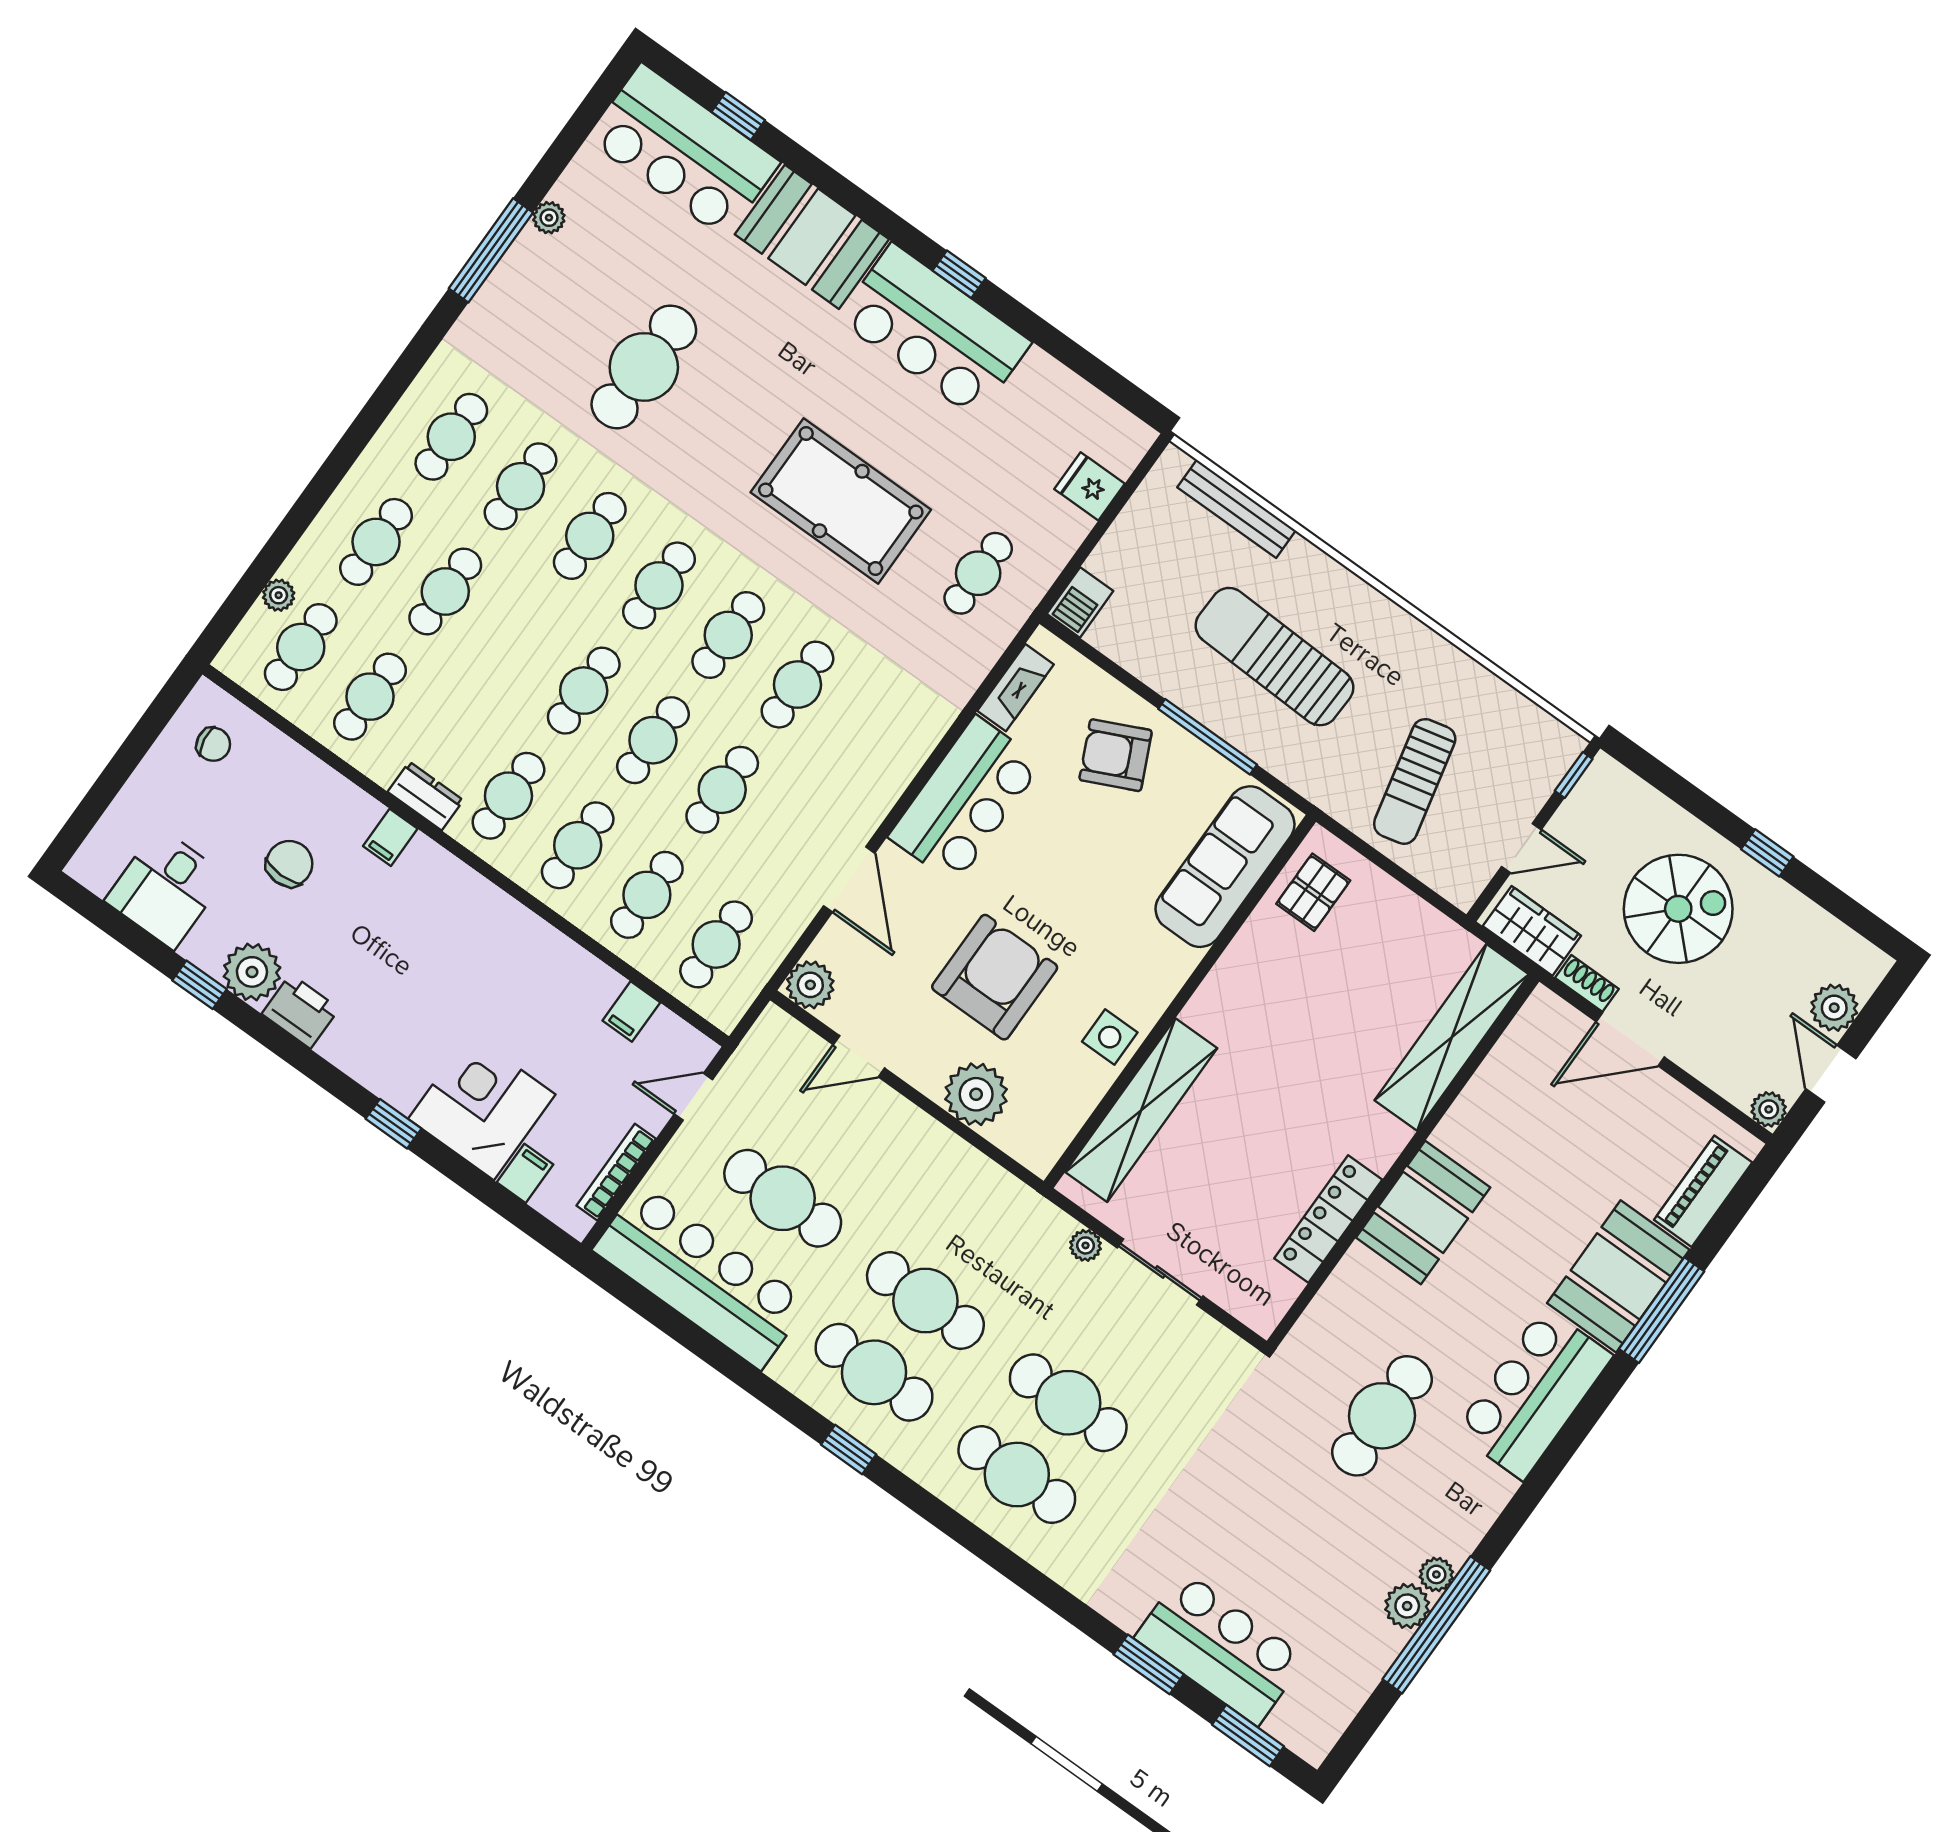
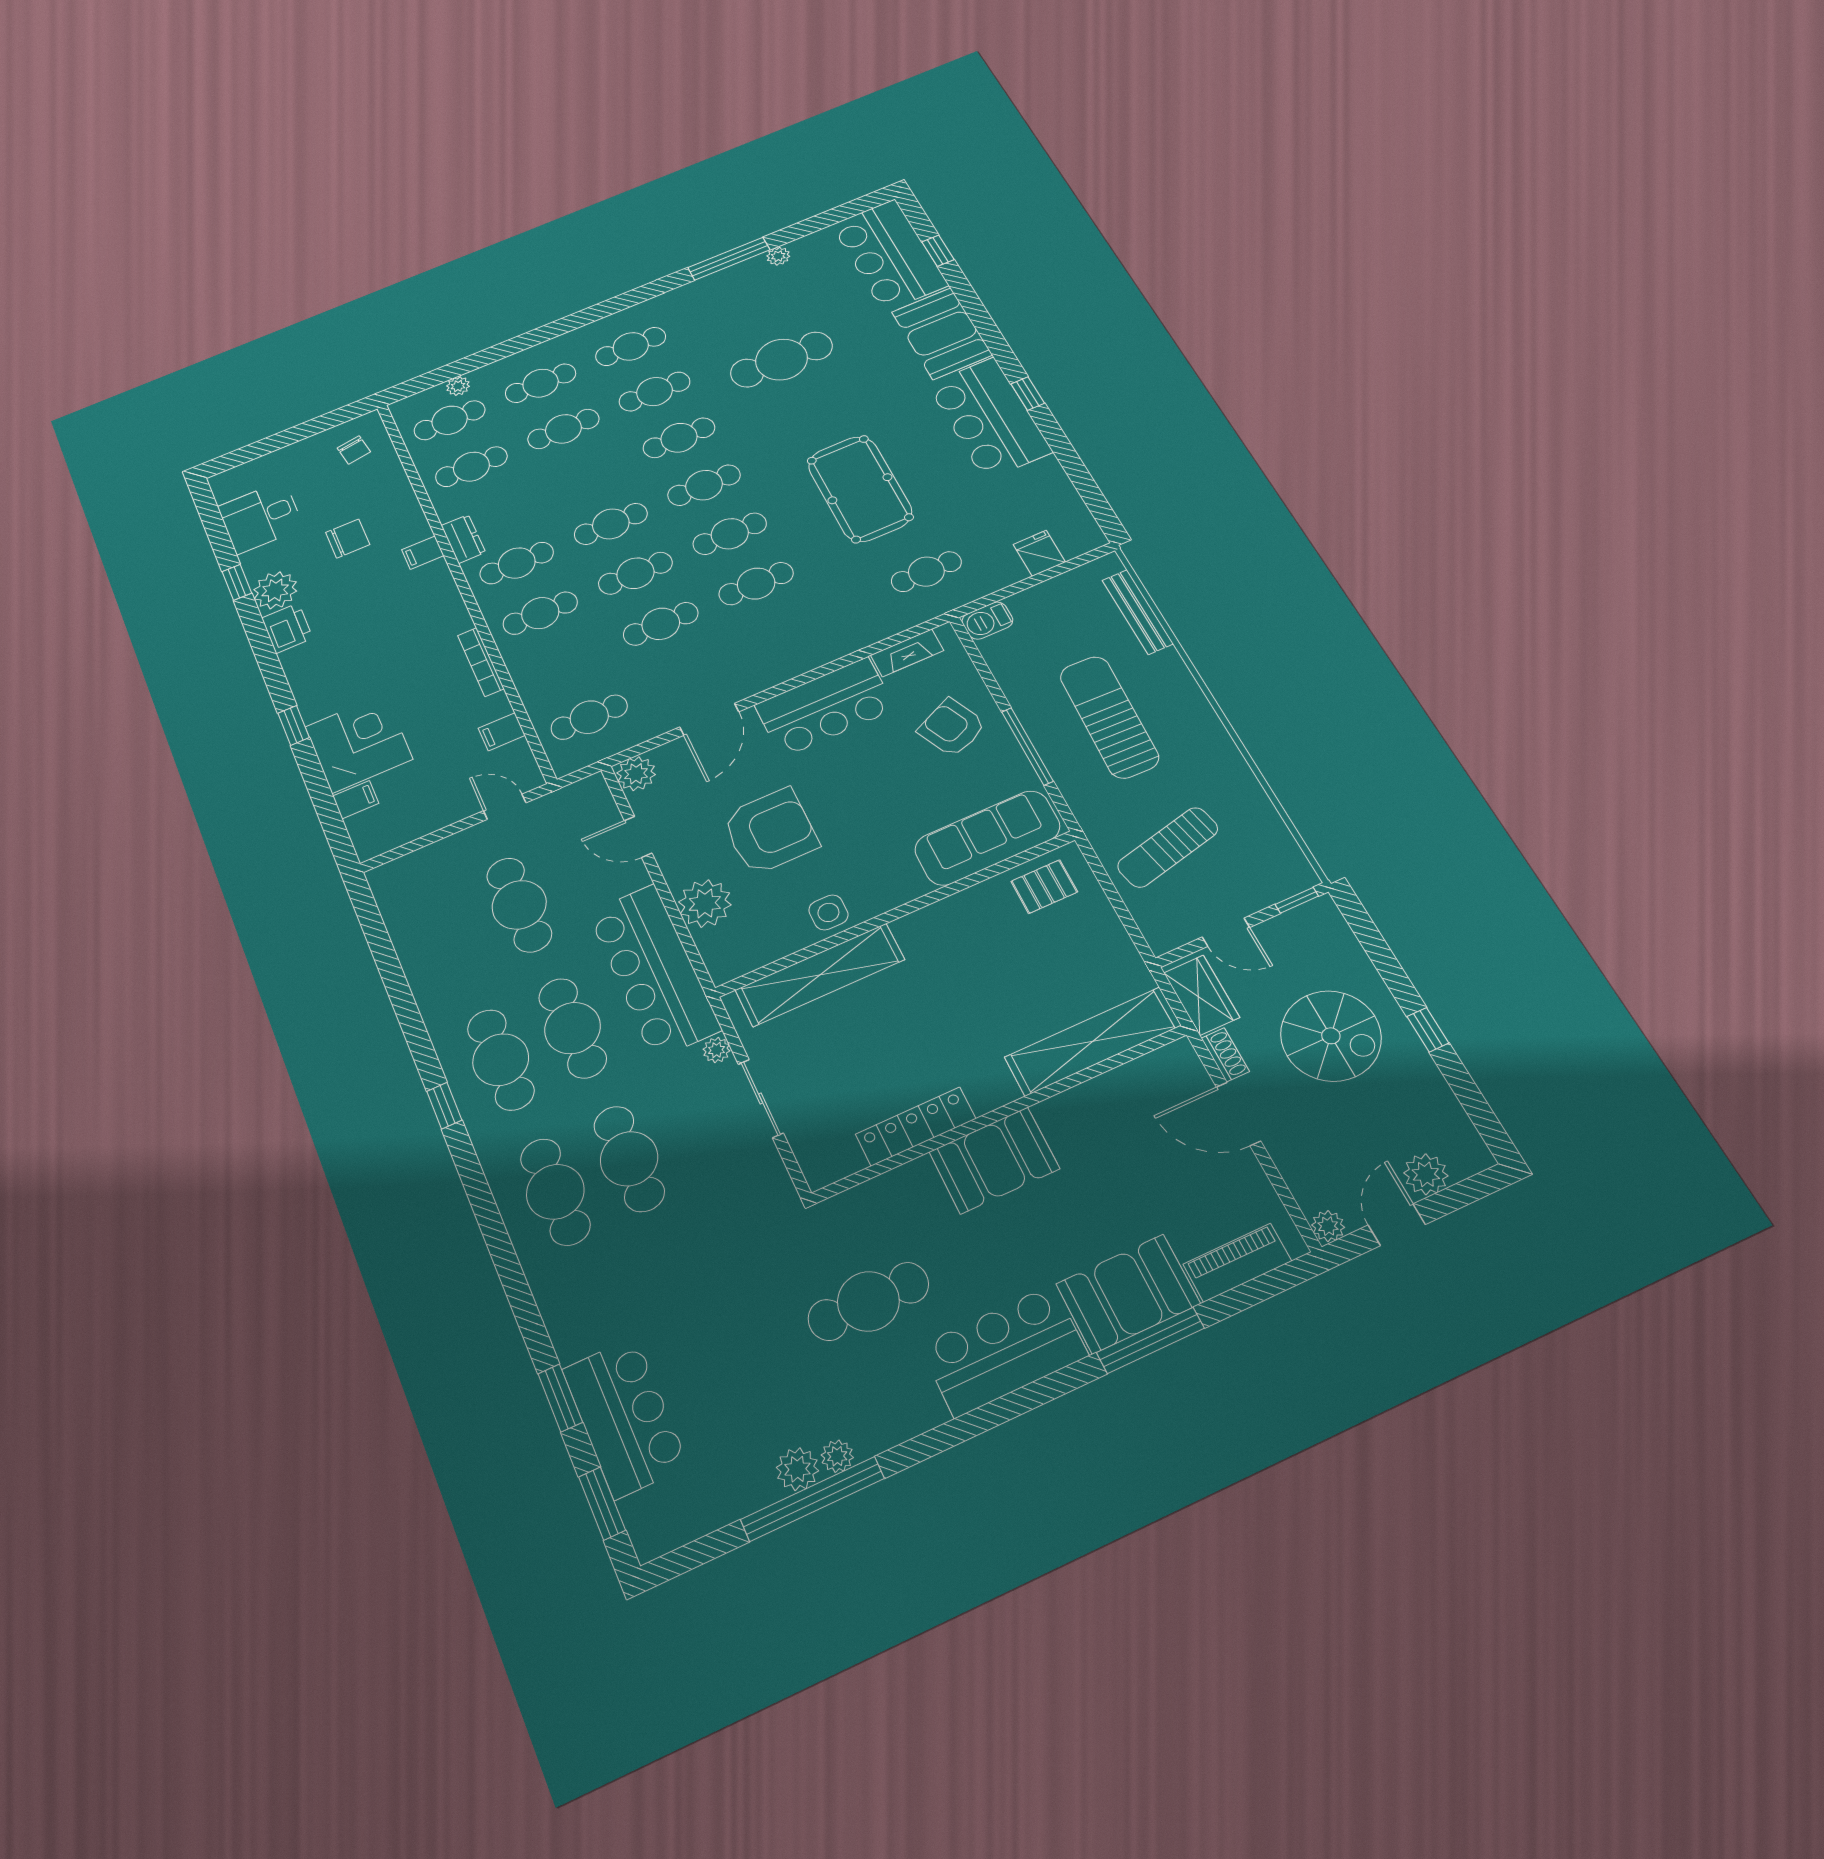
cafe table: (647, 895) -> (564, 664), removed
bookcase: (616, 1172) -> (481, 662), moved, turned -90
bar counter: (701, 1276) -> (654, 971), moved, turned 180

